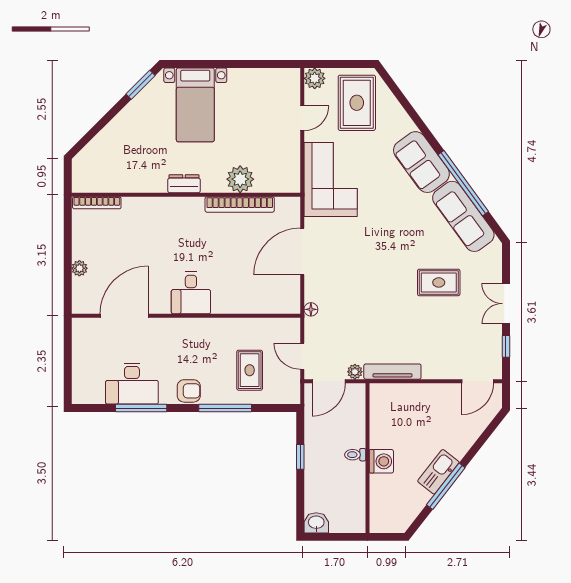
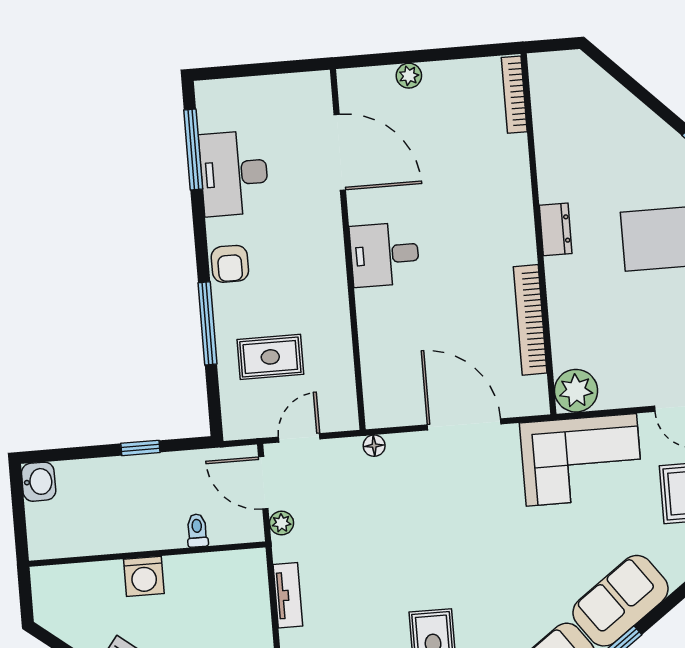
plant: (240, 179) -> (576, 391), moved
tv unit: (392, 372) -> (288, 595), width x0.71
window: (141, 408) -> (193, 150), moved
toilet: (355, 455) -> (197, 530), moved

